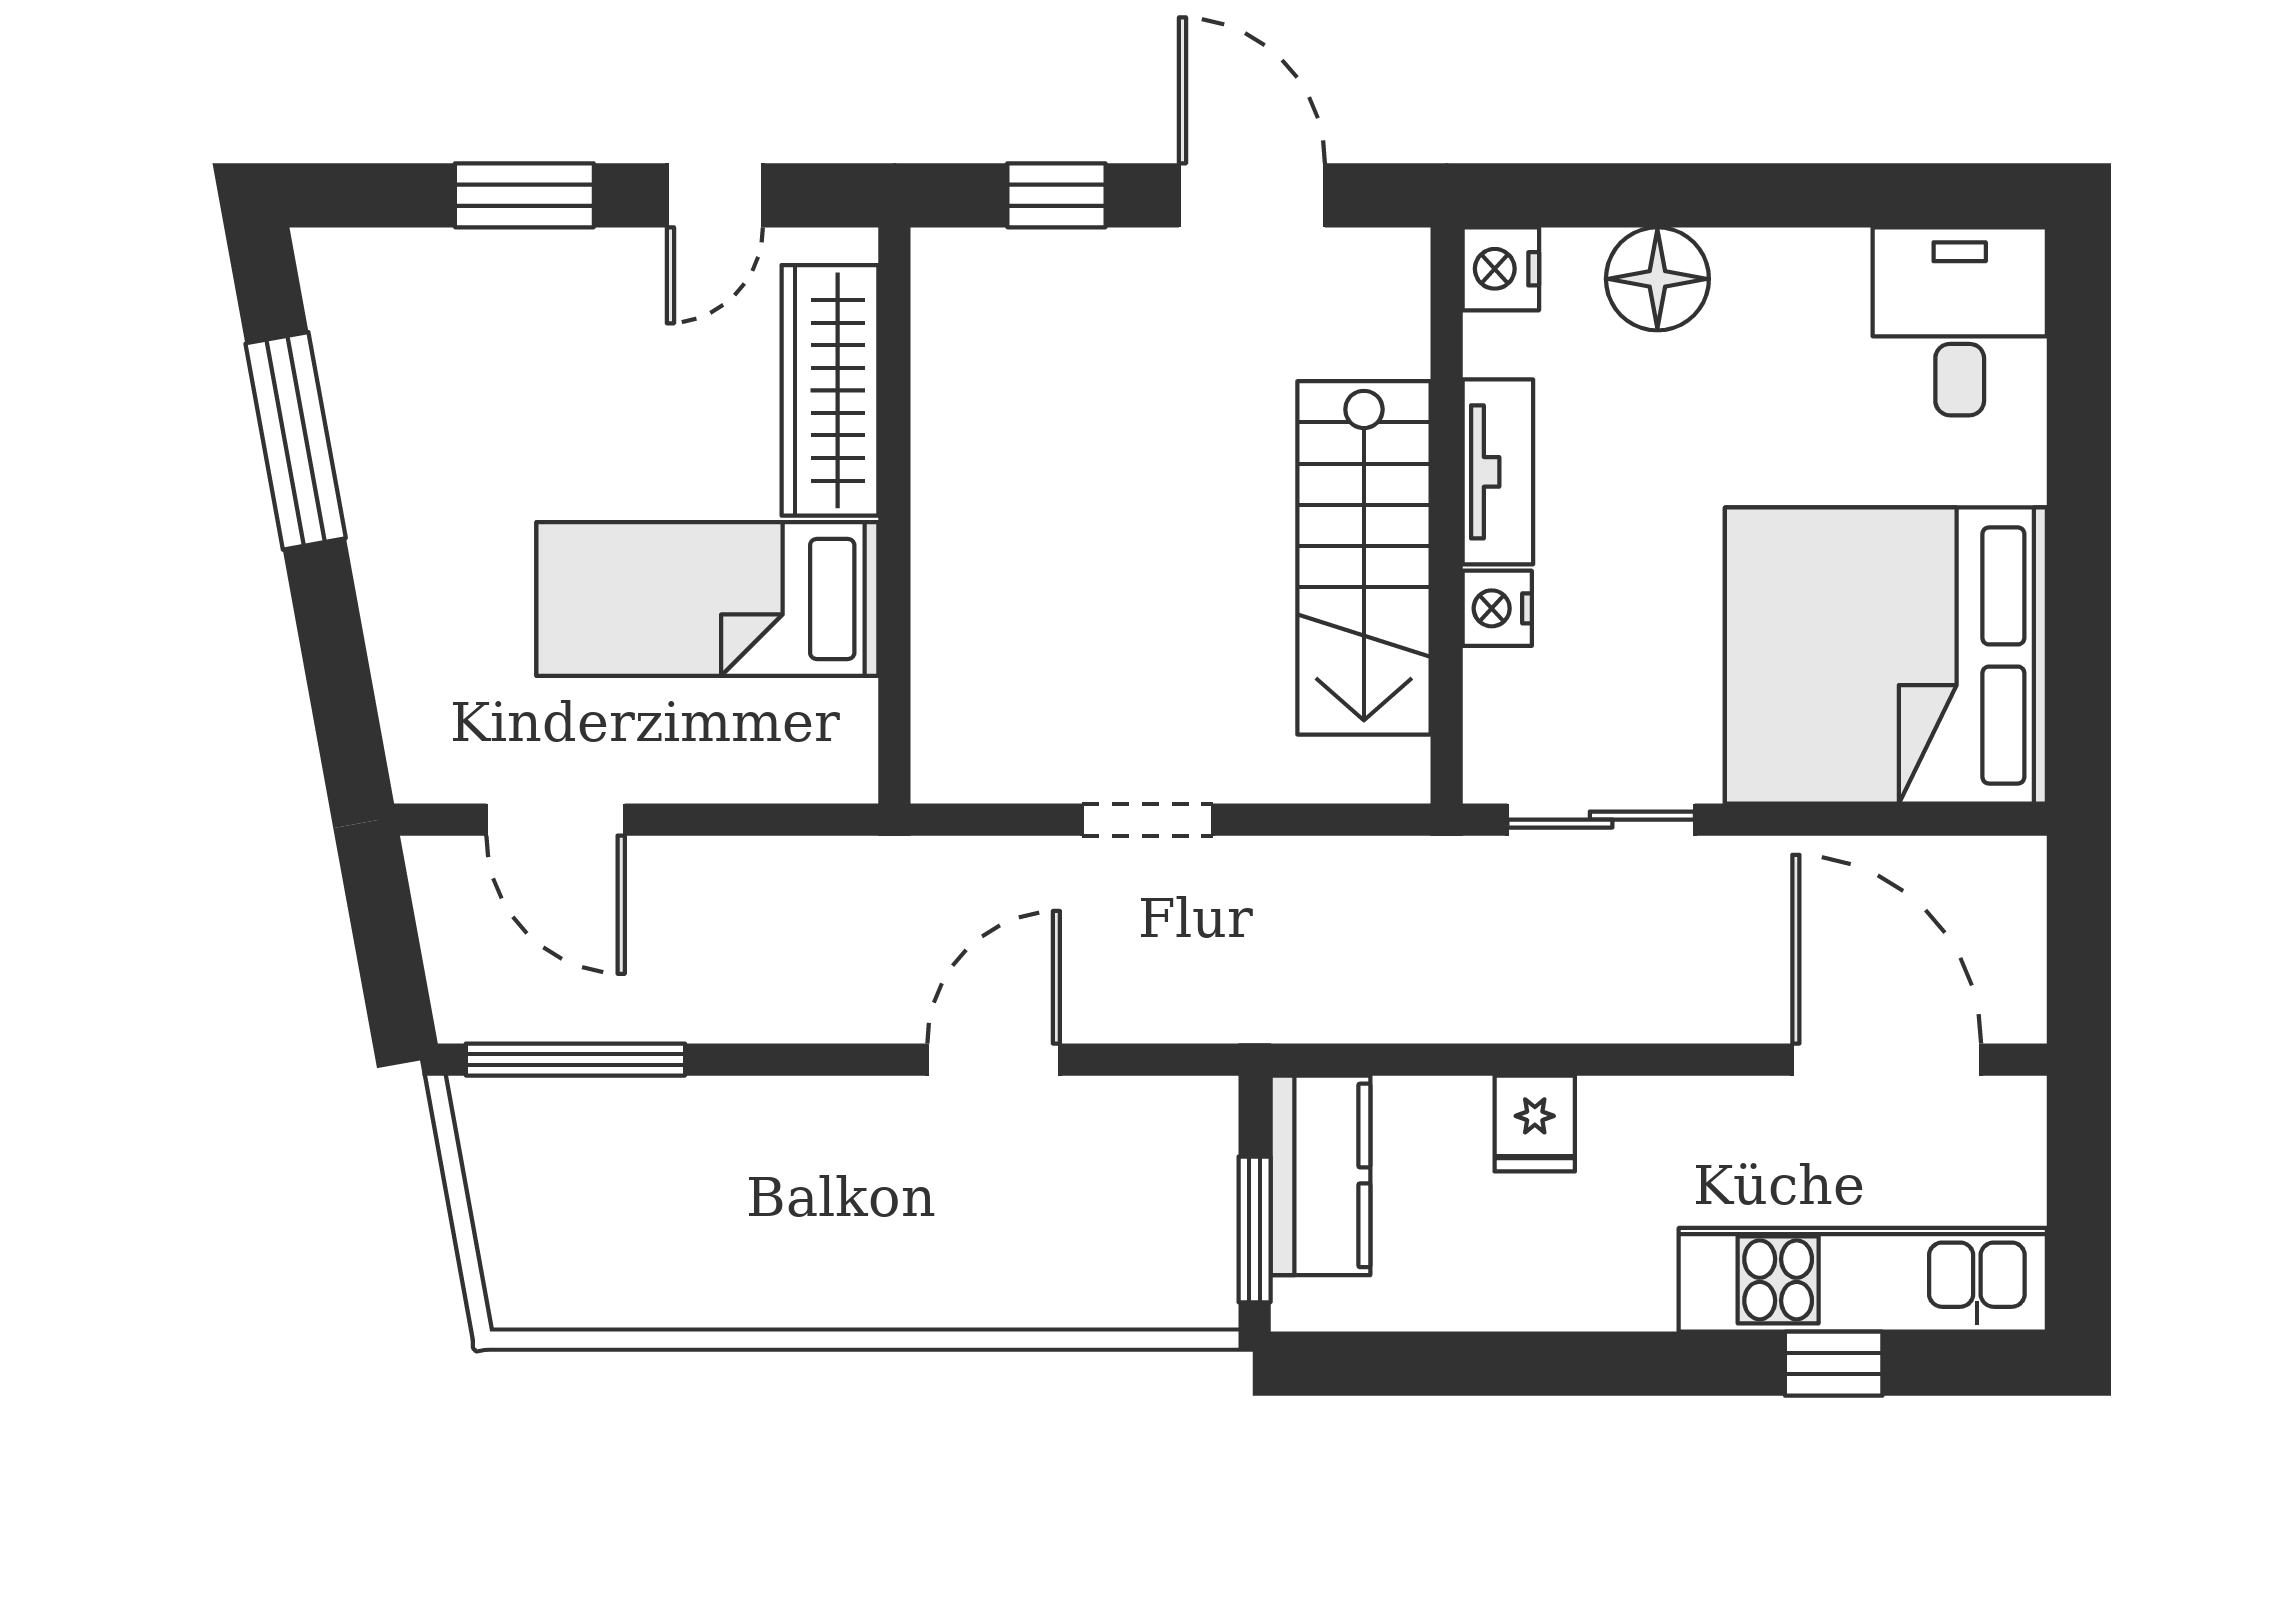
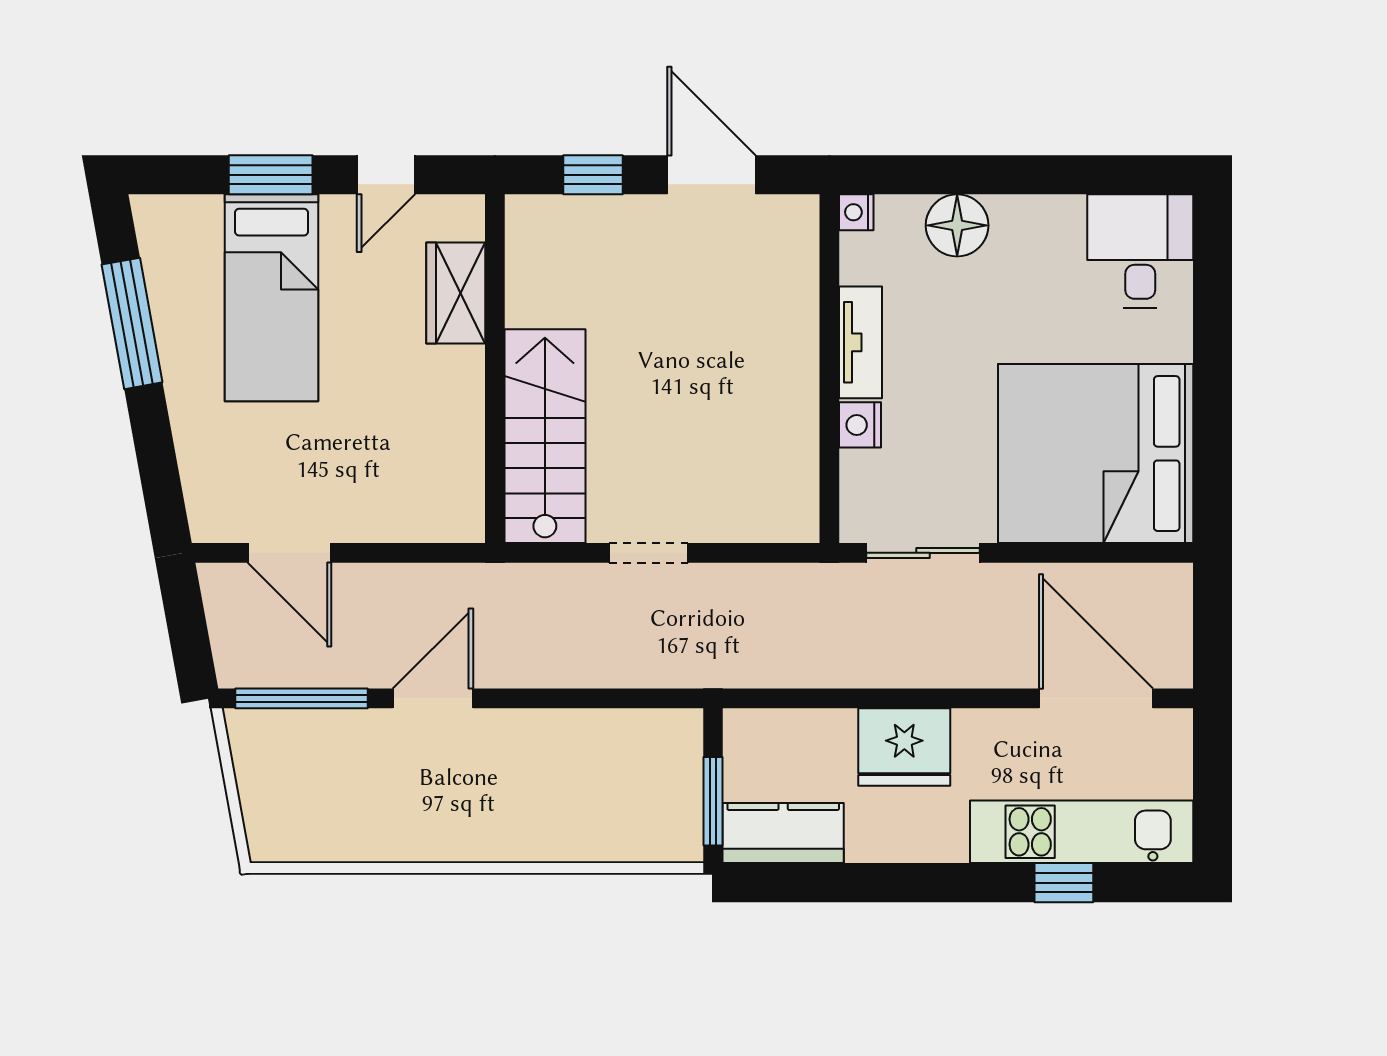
nightstand: (1501, 269) -> (856, 212), width x0.72, depth x0.74
wardrobe: (830, 390) -> (456, 293), width x0.67
stairs: (1364, 558) -> (545, 436), moved, turned 180
bed: (707, 599) -> (272, 298), moved, turned -90
door: (994, 1060) -> (433, 698), moved
fridge: (1535, 1124) -> (904, 747), width x1.88, depth x1.34
kitchen counter: (1320, 1175) -> (783, 833), moved, turned -90

